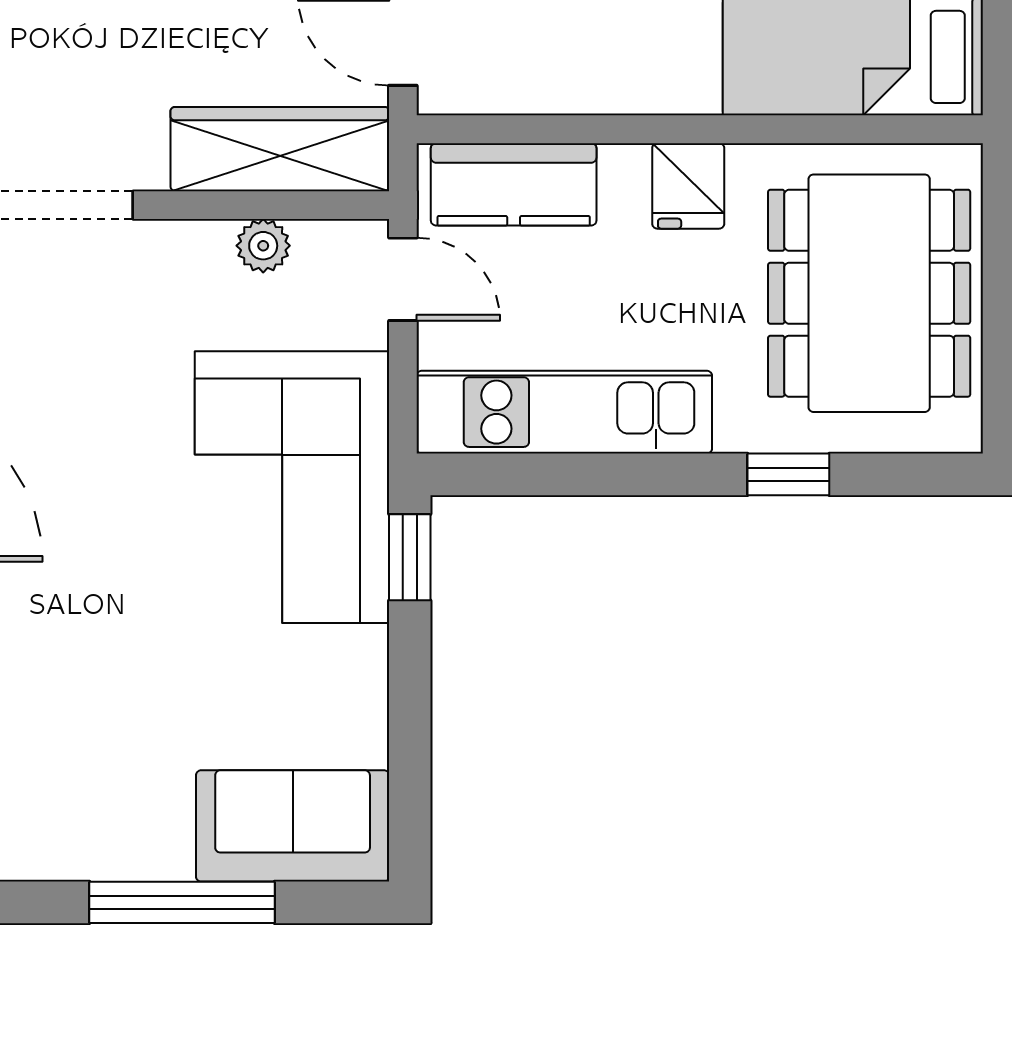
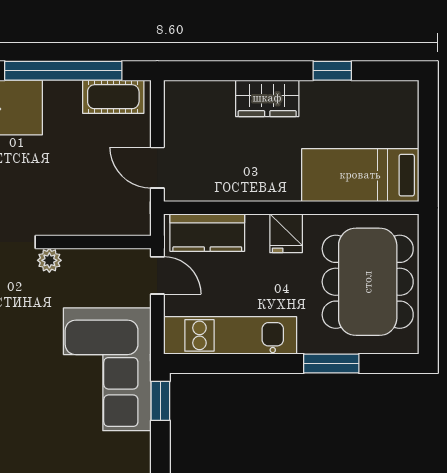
wardrobe: (280, 149) -> (102, 217), removed
plant: (263, 246) -> (49, 260), moved
window: (788, 474) -> (331, 364), width x1.50

